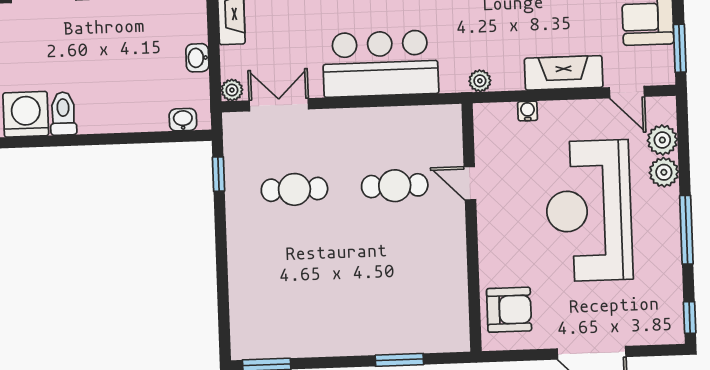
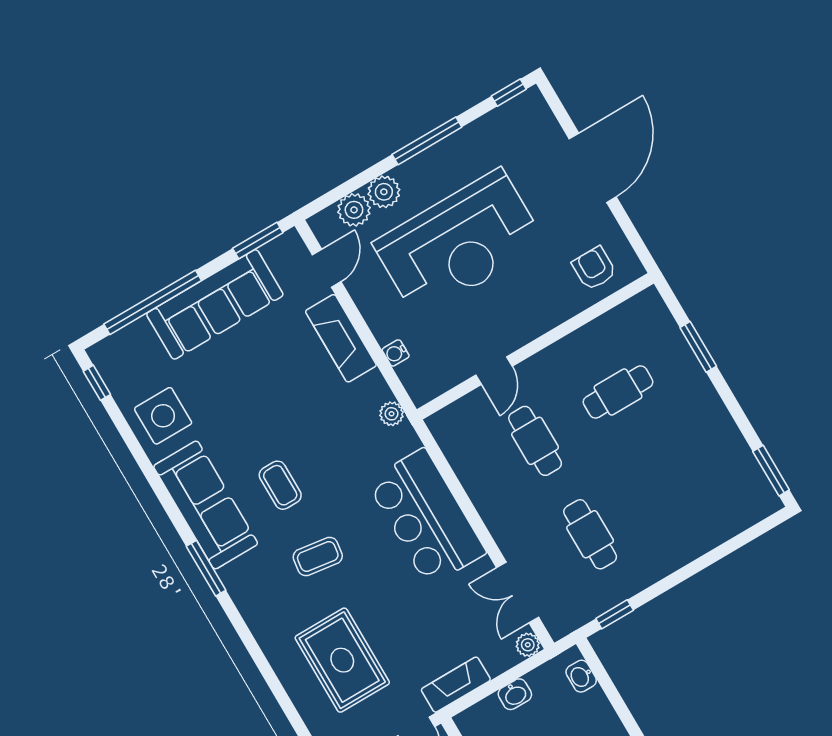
cafe table: (398, 275) -> (618, 392), added
armchair: (509, 310) -> (594, 268), width x0.72, depth x0.72

